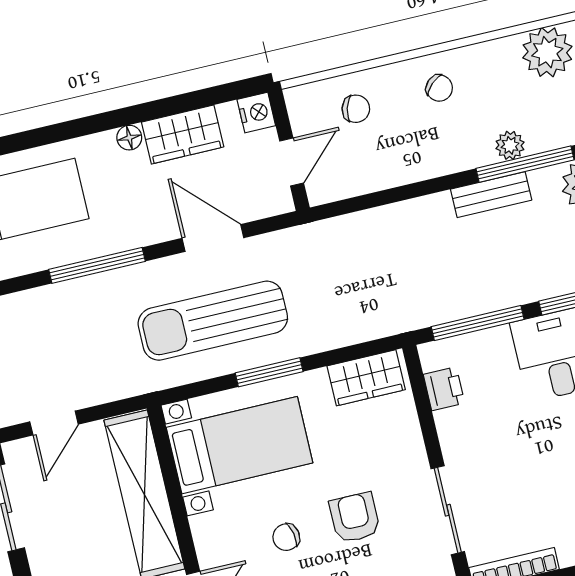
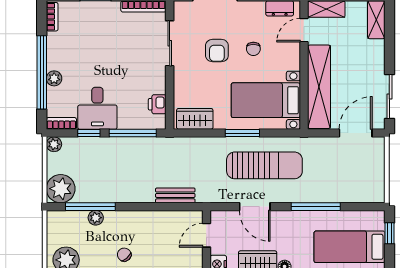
chair: (356, 109) -> (168, 254), removed
bench: (491, 195) -> (175, 195), moved
door: (54, 423) -> (356, 133), width x1.38
chair: (286, 537) -> (253, 49), turned 101

